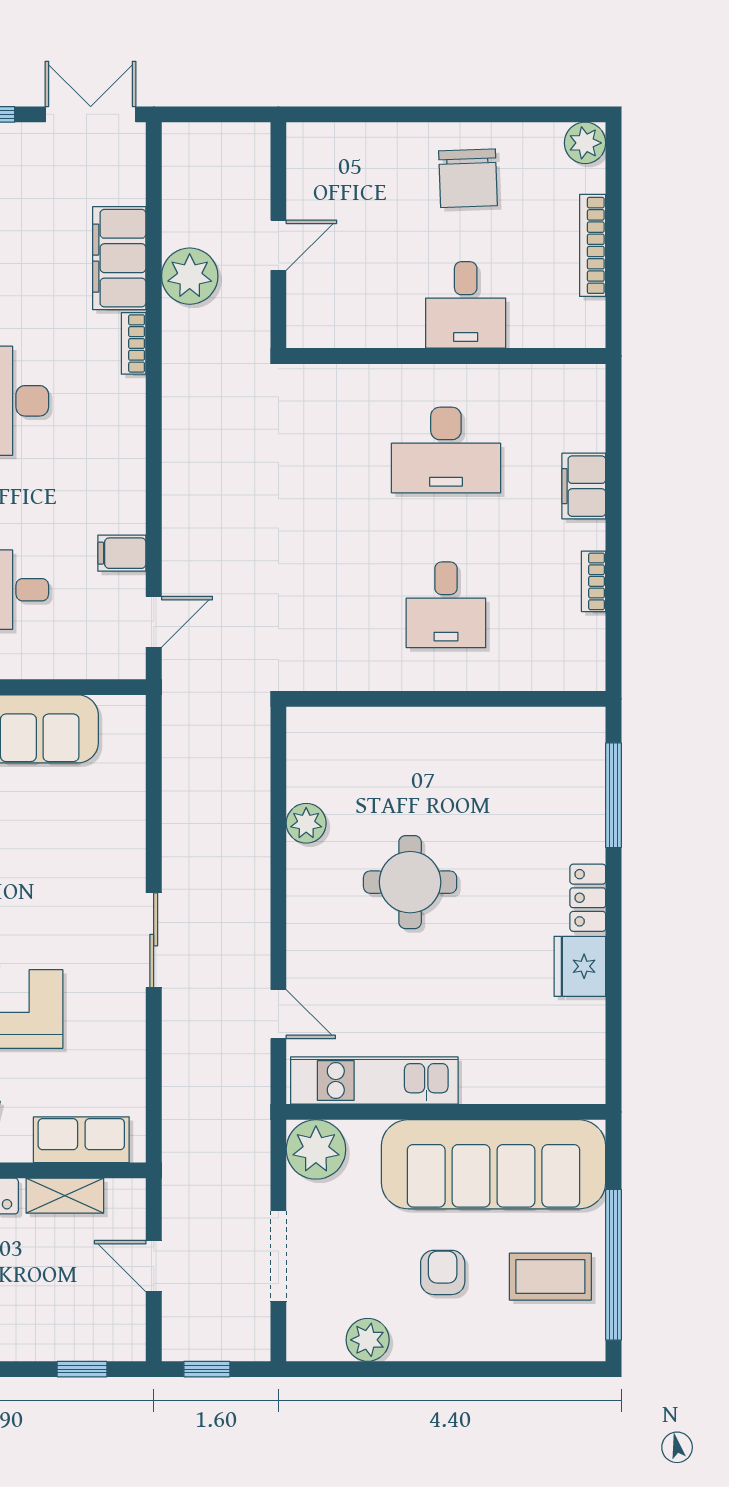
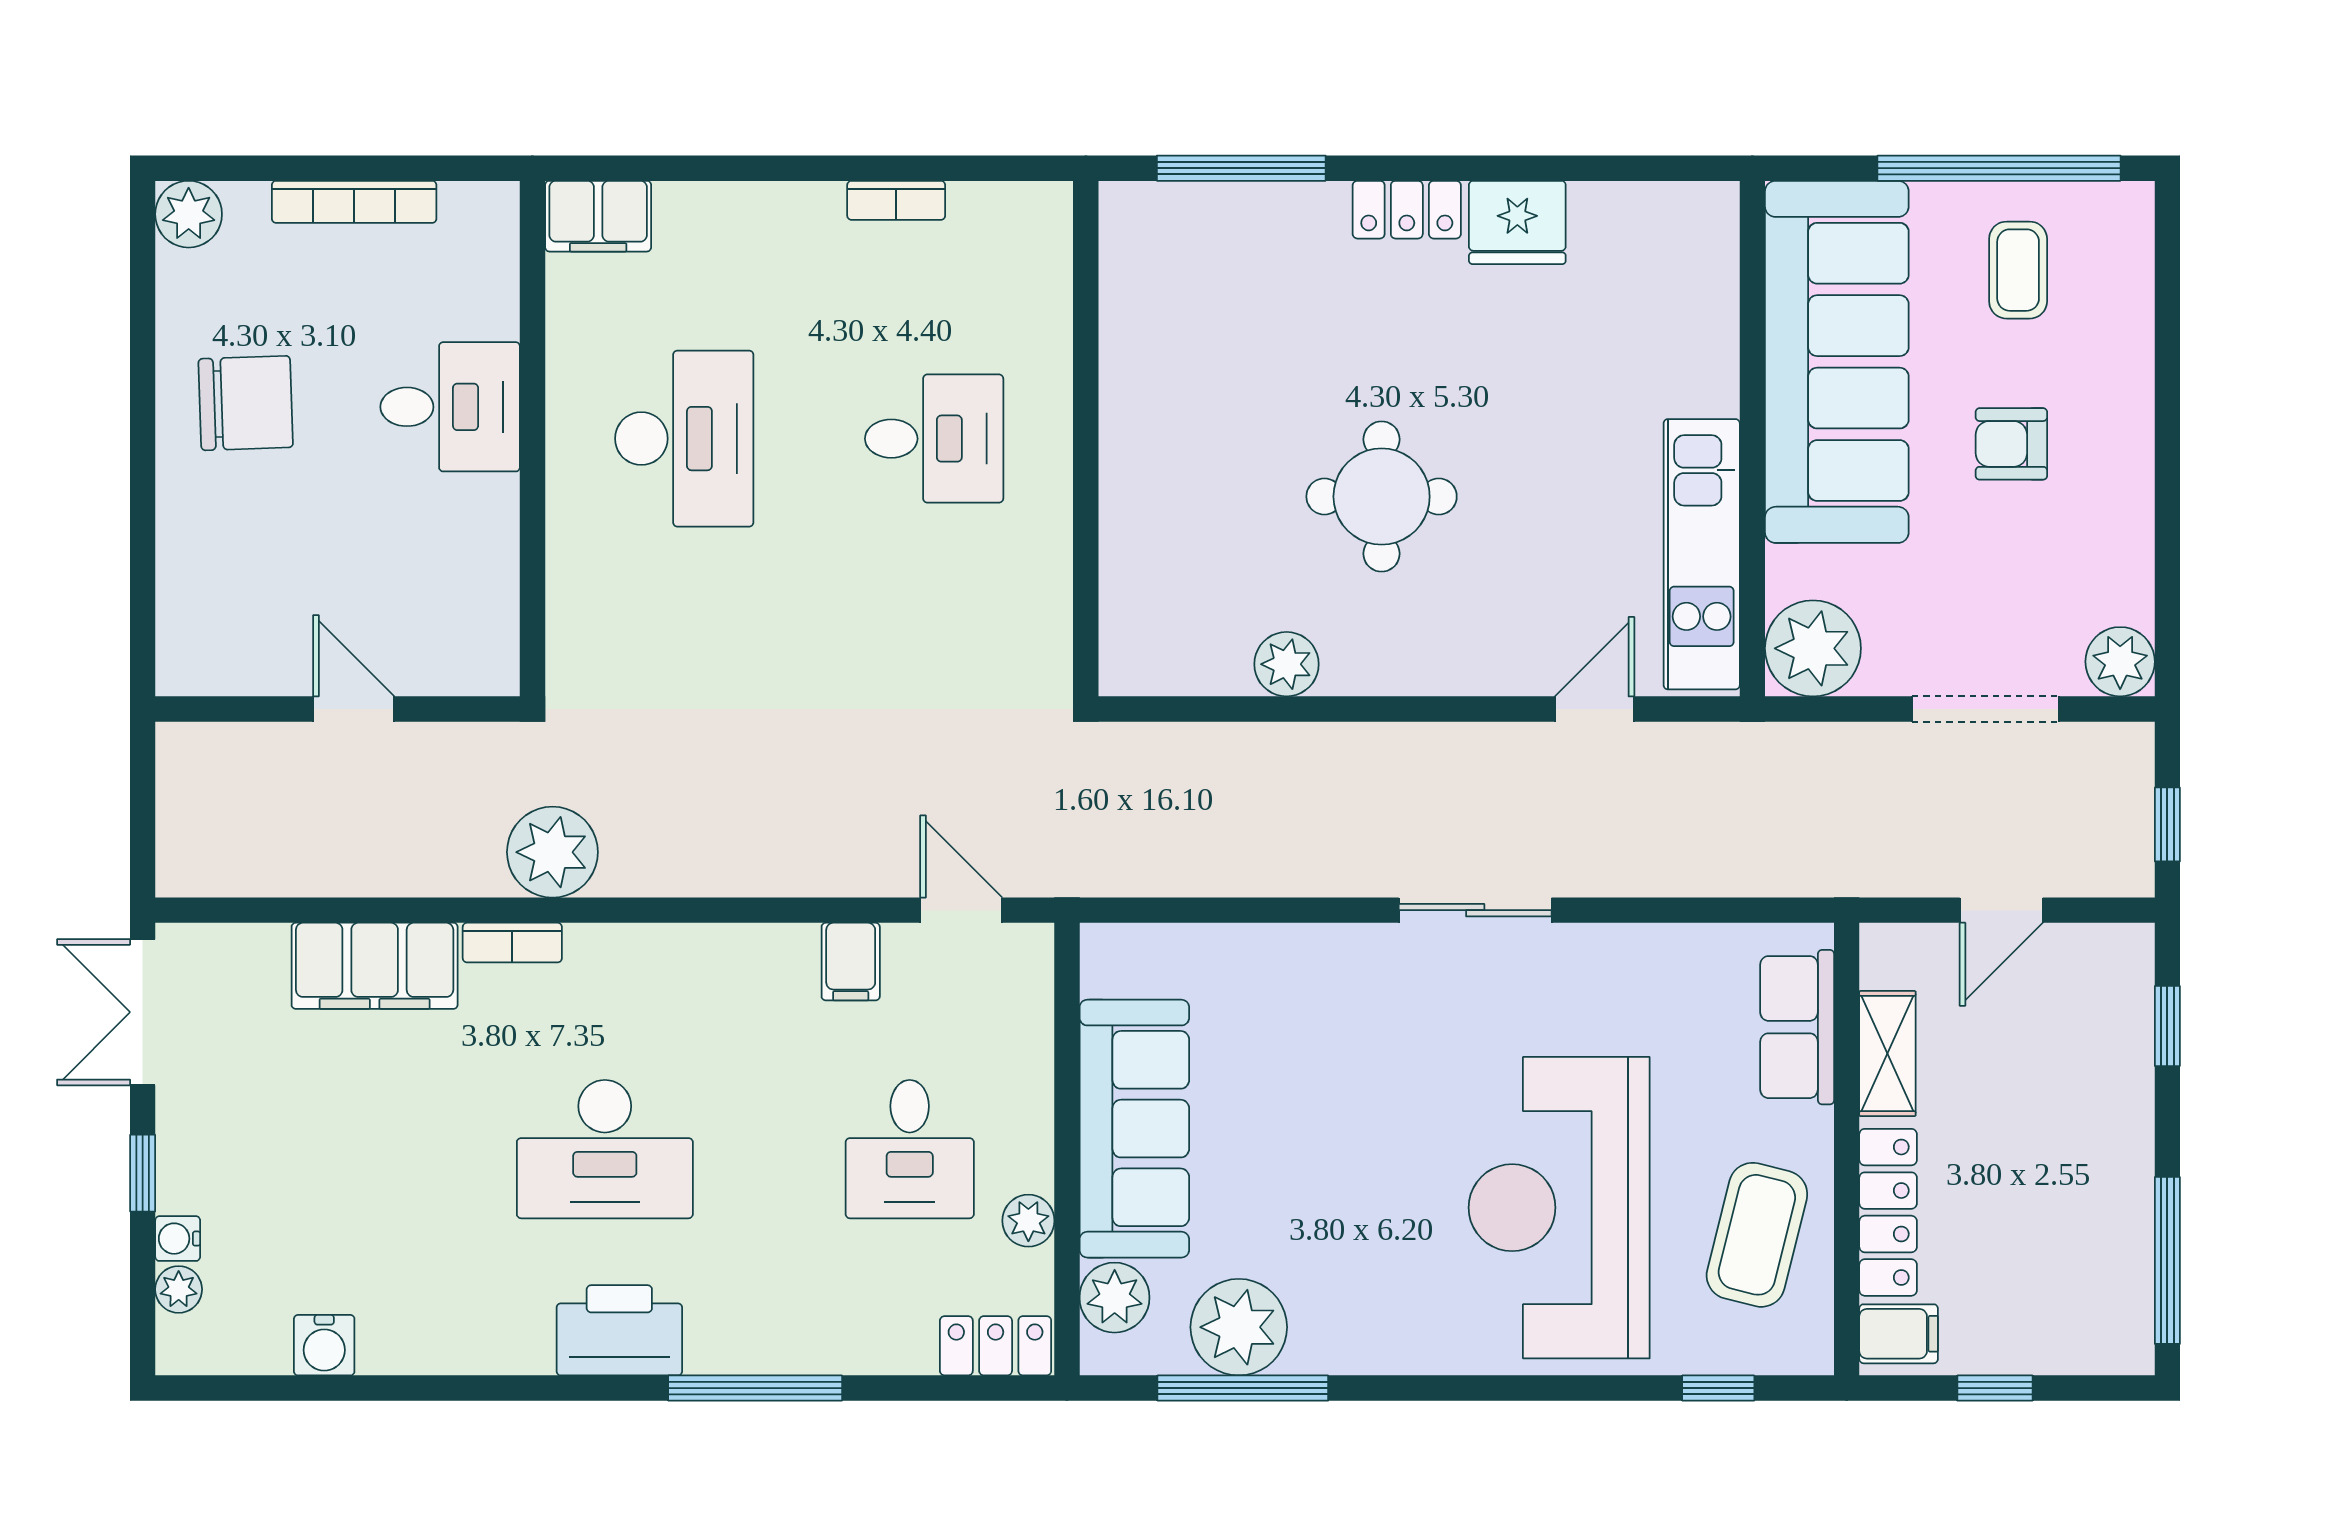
plant: (190, 276) -> (552, 852), moved
filing cabinet: (584, 486) -> (598, 216), moved
coffee table: (550, 1277) -> (2018, 270), width x0.73, depth x0.77
plant: (368, 1340) -> (2120, 662), moved

